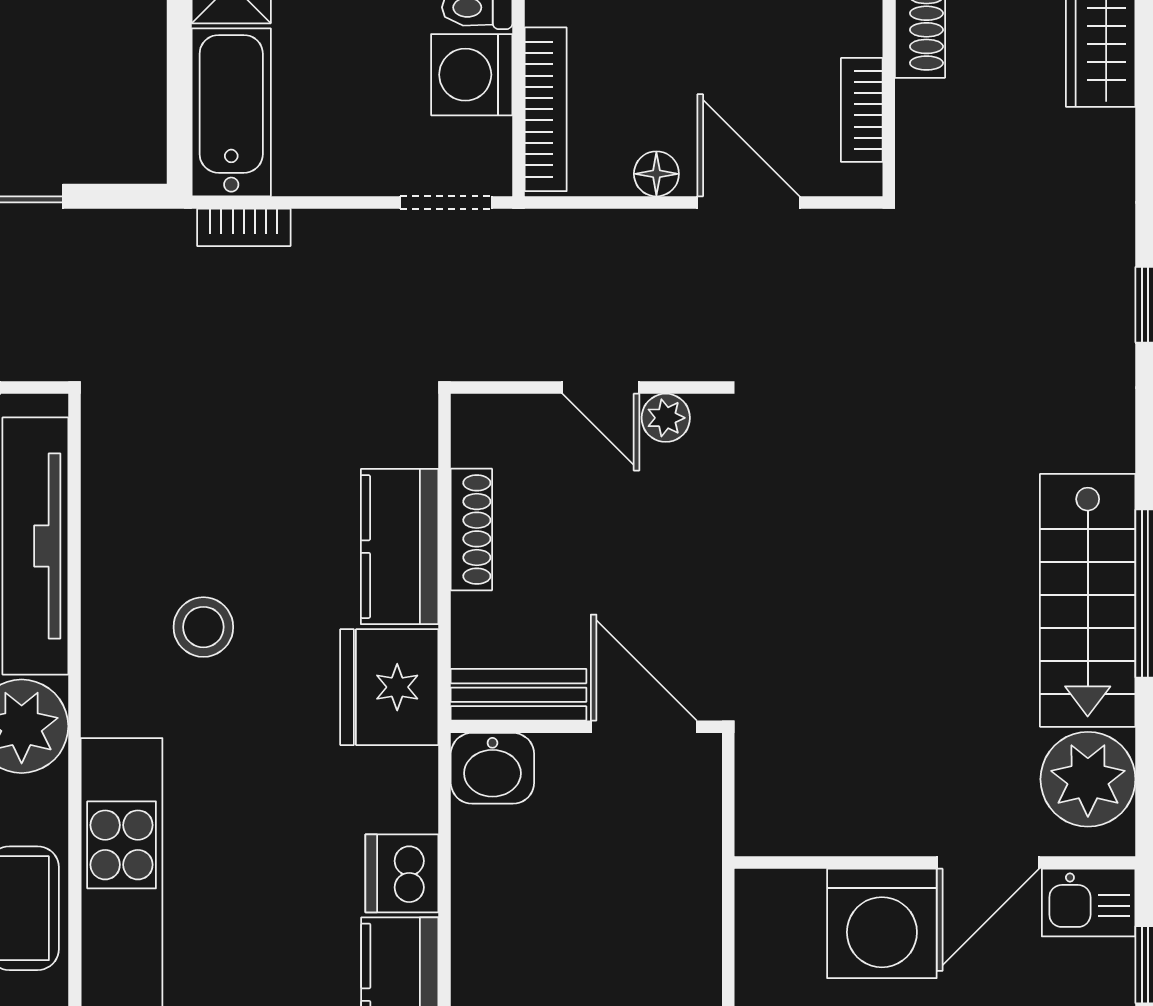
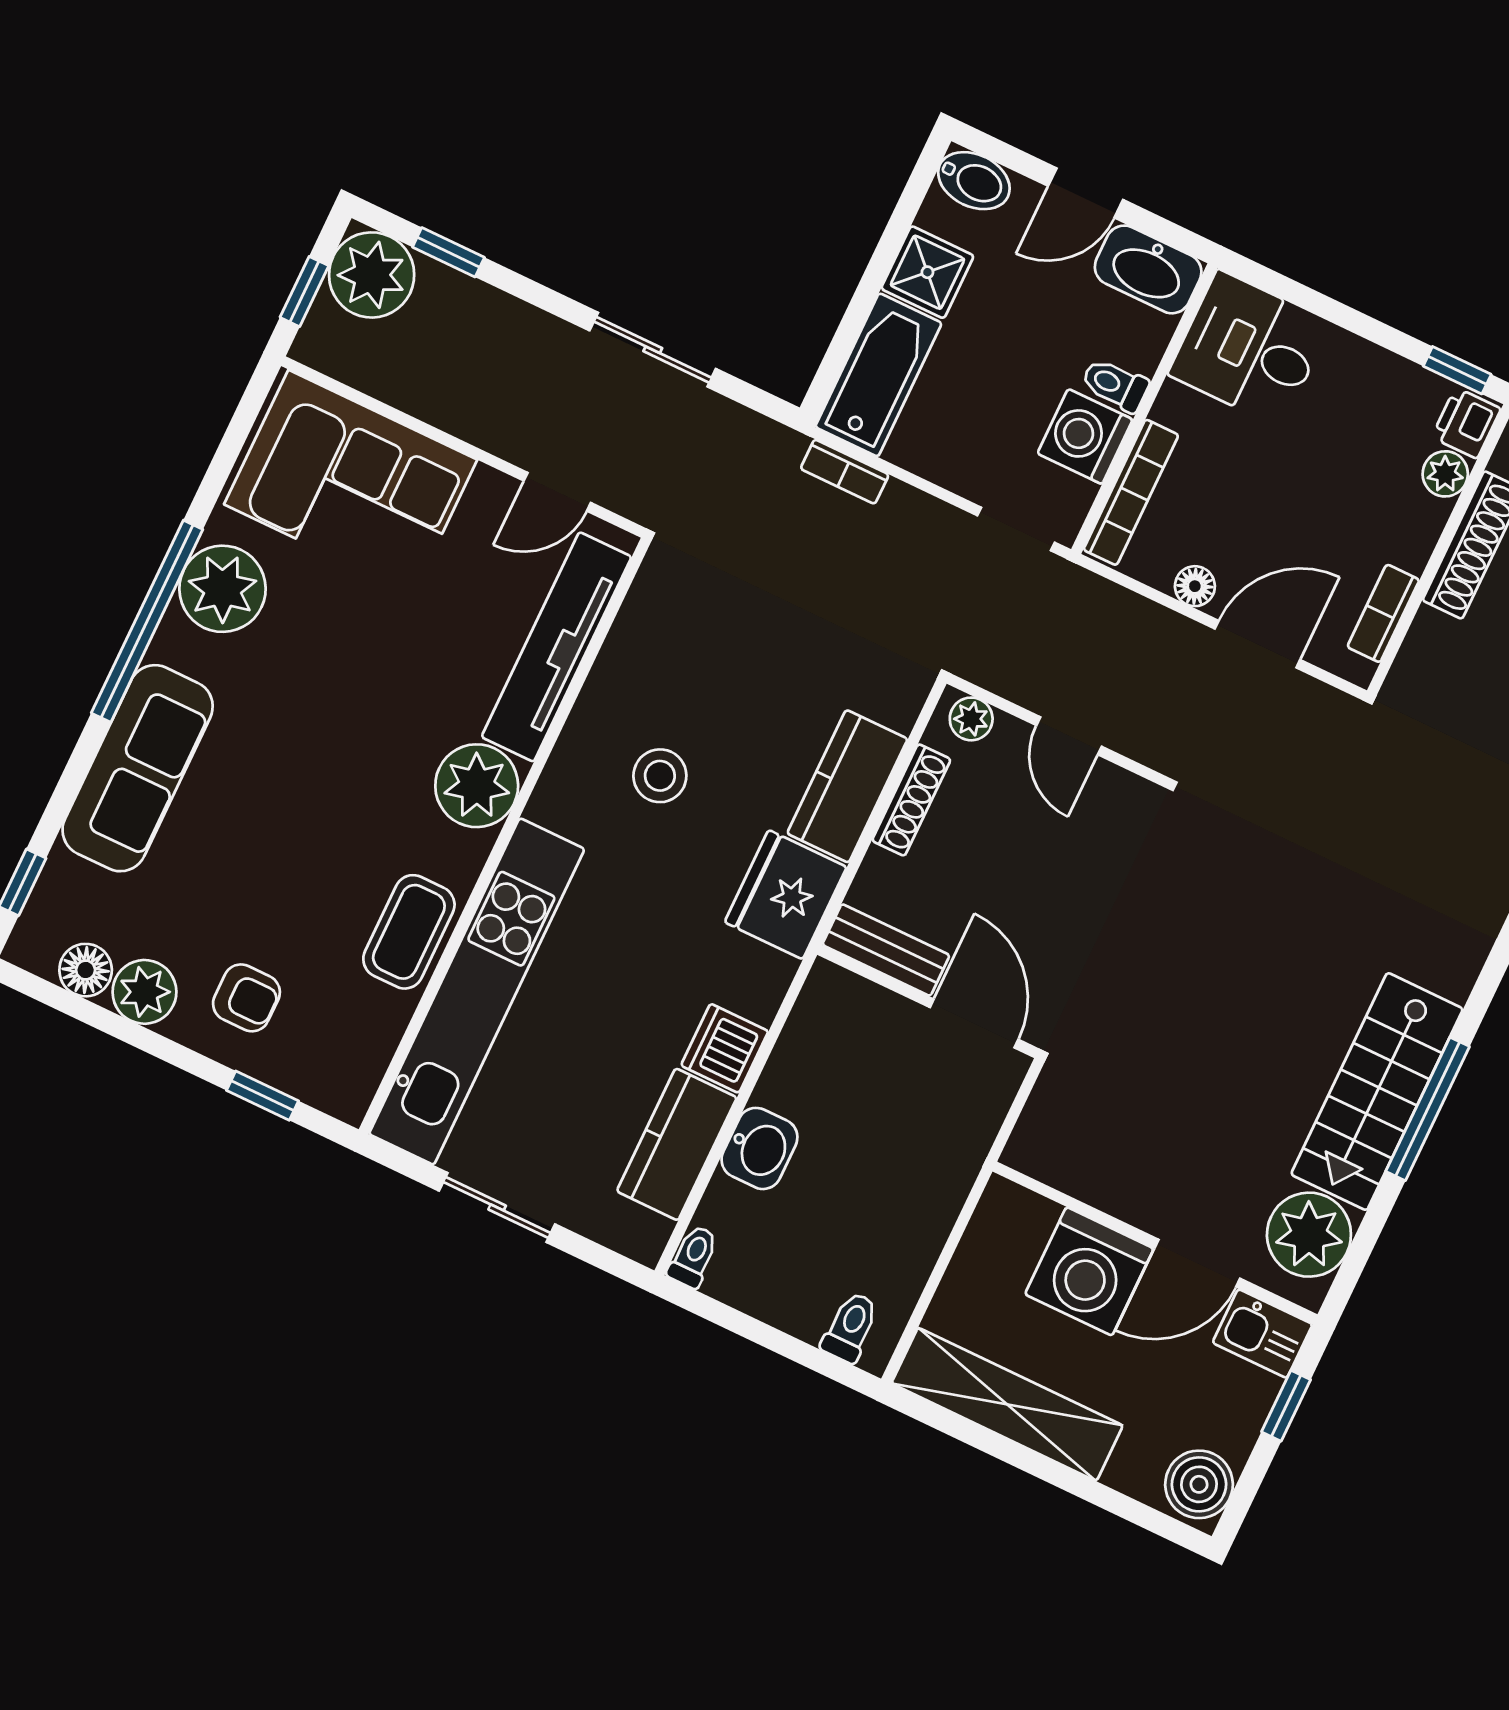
door: (749, 202) -> (1258, 644), hinge flipped
plant: (666, 418) -> (971, 719), moved
washbasin: (492, 768) -> (759, 1148), moved, turned -90

